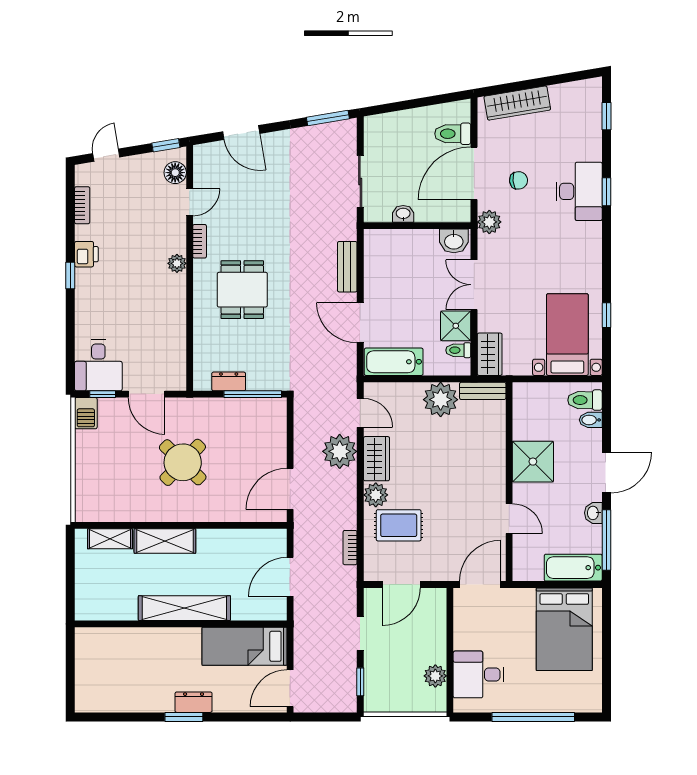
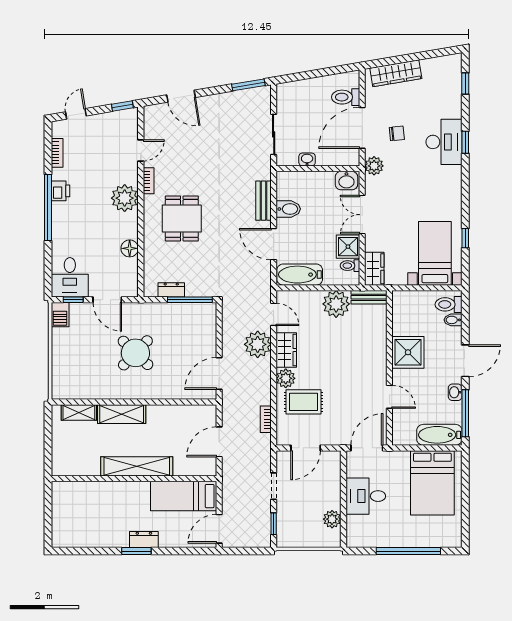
floor lamp: (175, 173) -> (130, 248), moved
plant: (177, 263) -> (125, 198), width x1.87, depth x1.87
window: (70, 276) -> (48, 207), width x3.17
bidet: (379, 277) -> (288, 209), added
desk: (479, 674) -> (366, 496), moved

